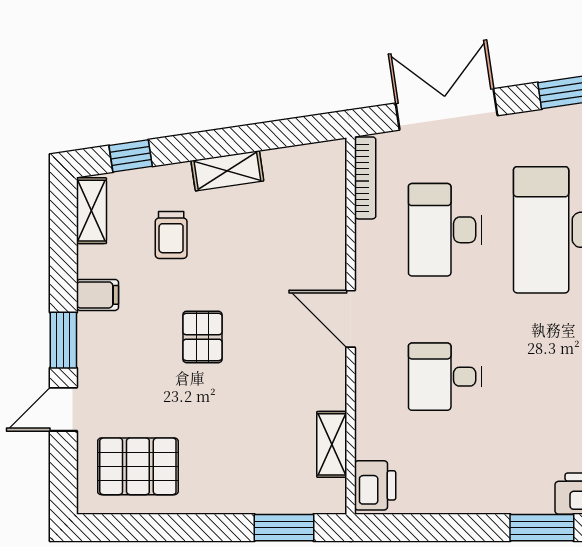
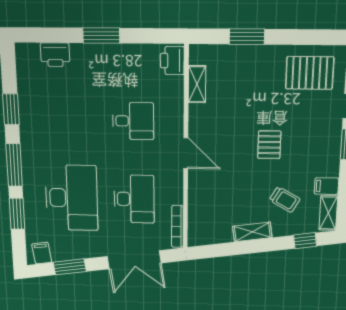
trolley: (171, 235) -> (285, 199), turned 120
filing cabinet: (98, 295) -> (327, 186), moved
window: (284, 528) -> (247, 37), moved
window: (542, 528) -> (101, 36), moved

